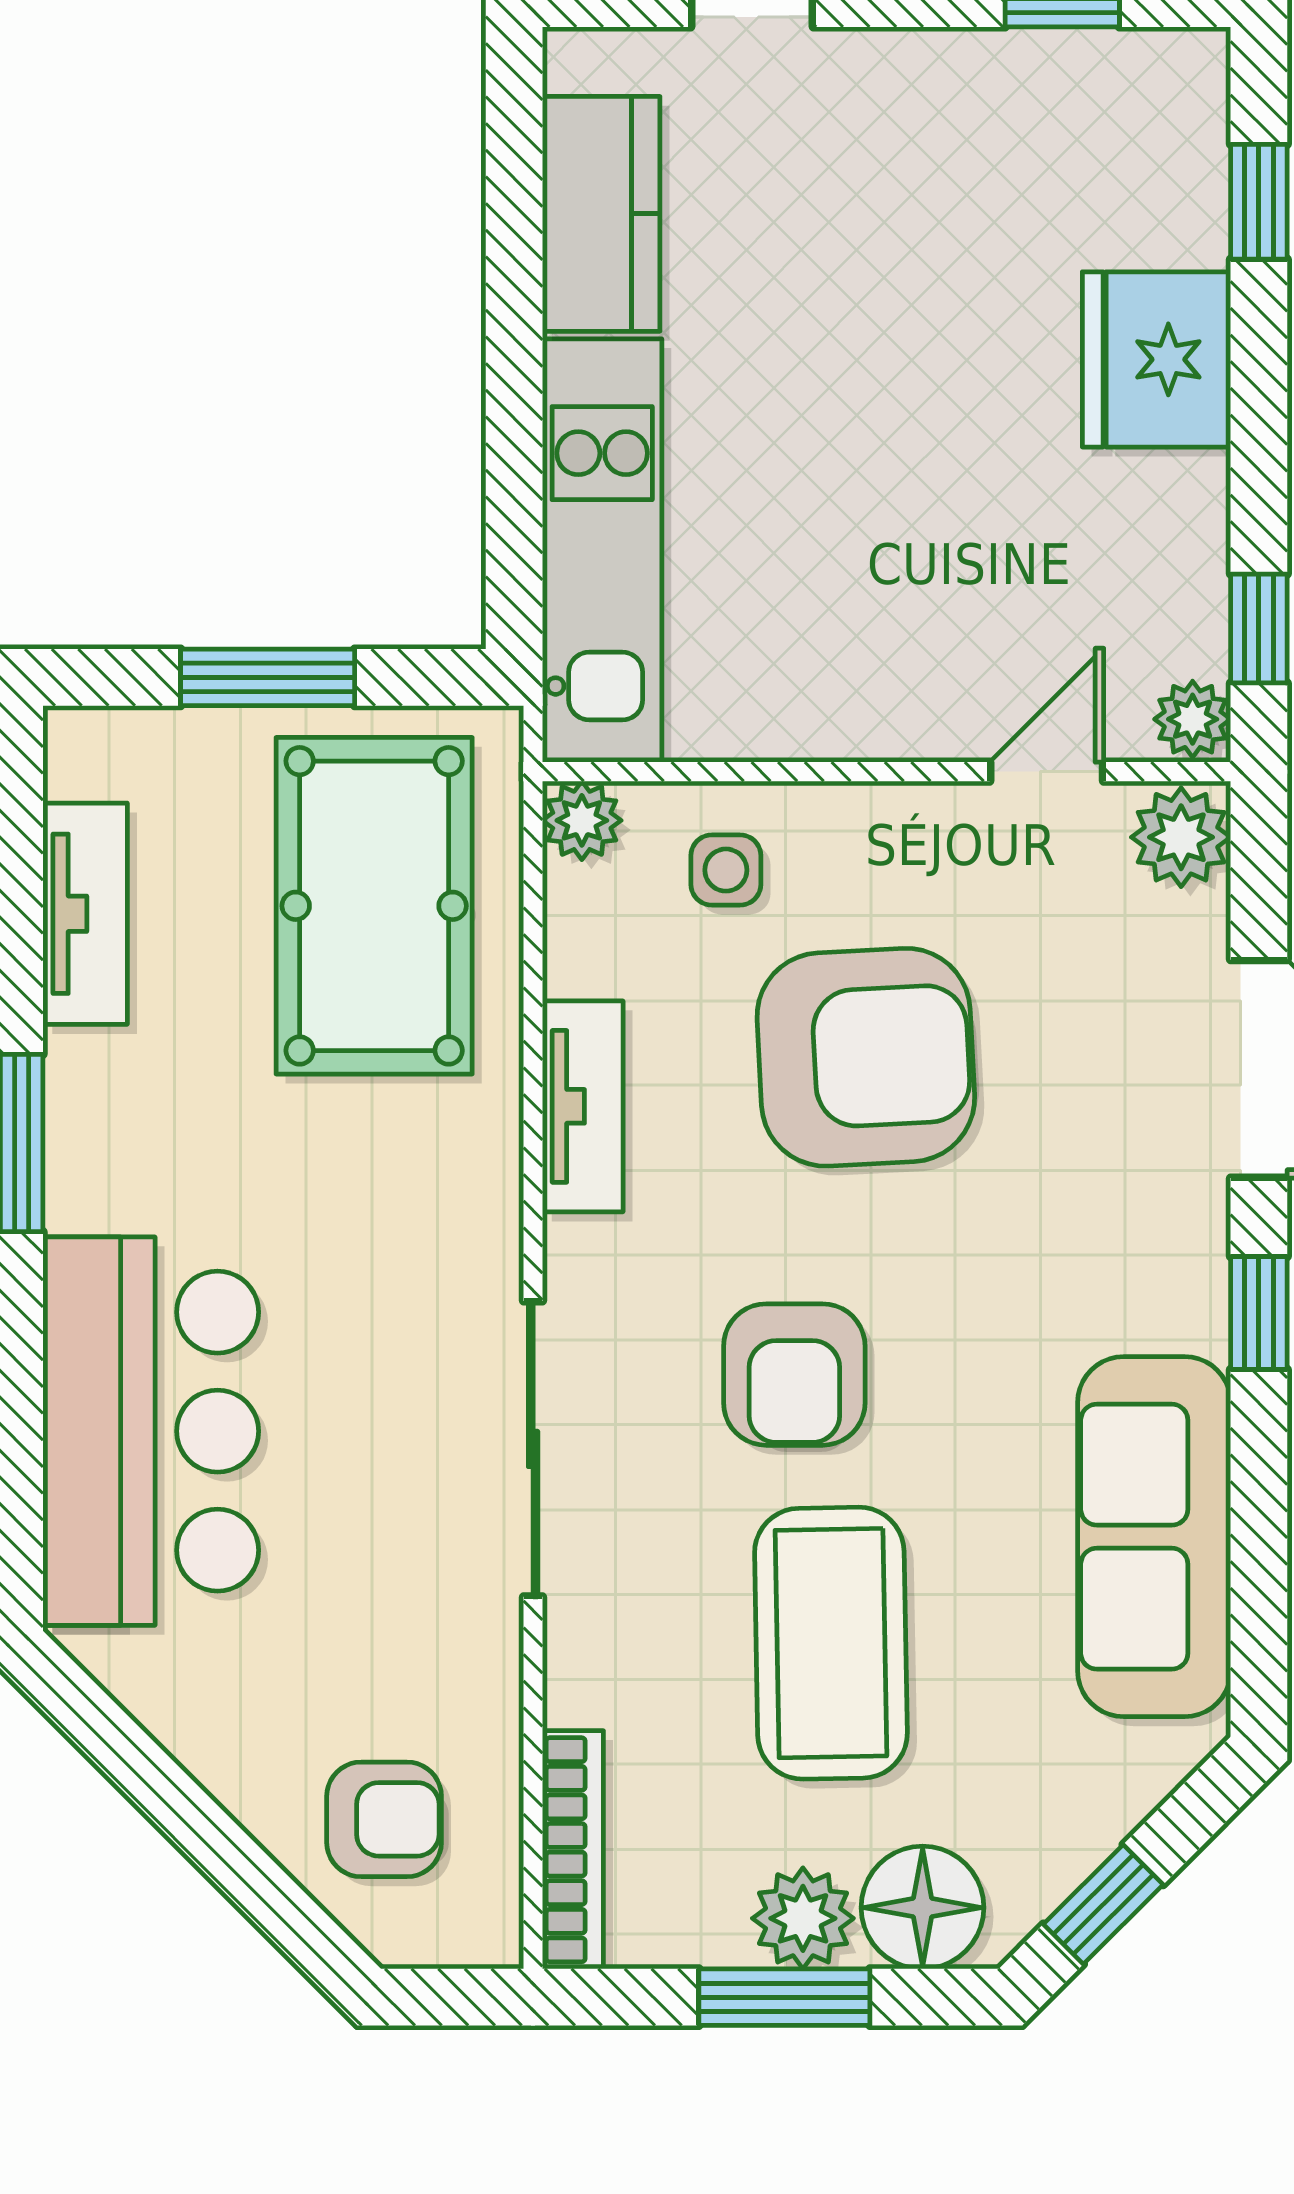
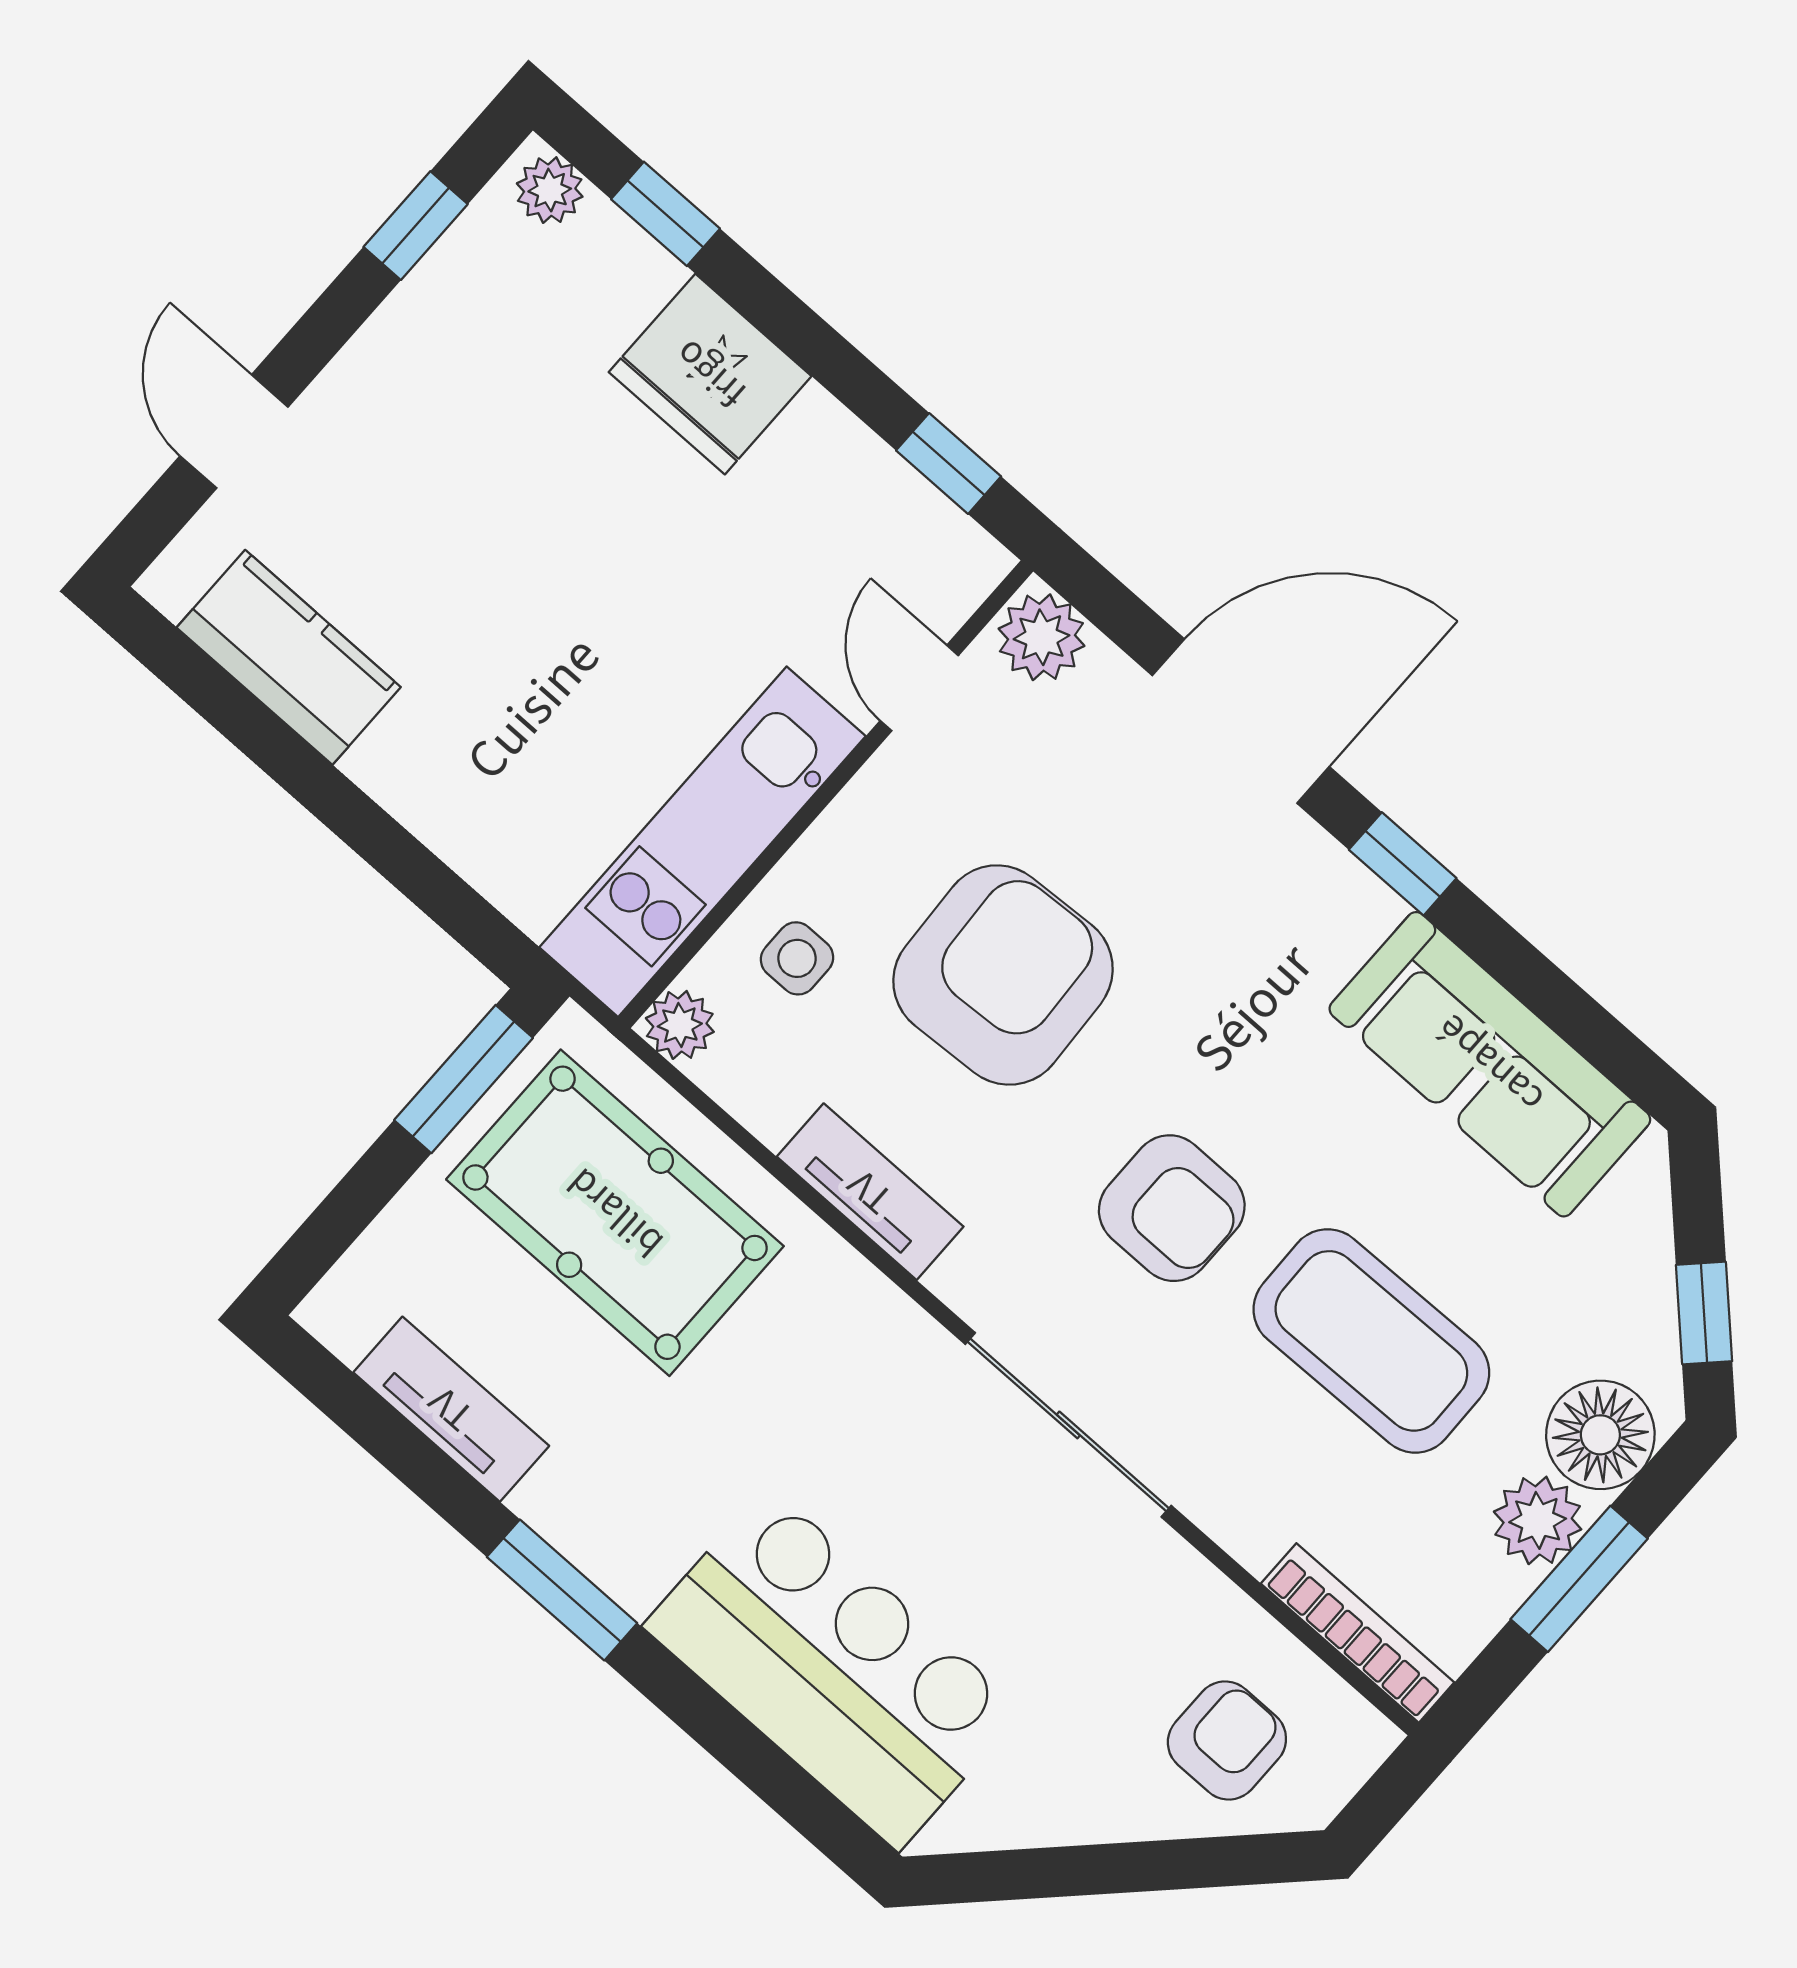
kitchen unit: (602, 551) -> (702, 842), moved, turned -90
window: (268, 677) -> (463, 1079), moved
plant: (1193, 719) -> (550, 190), moved

